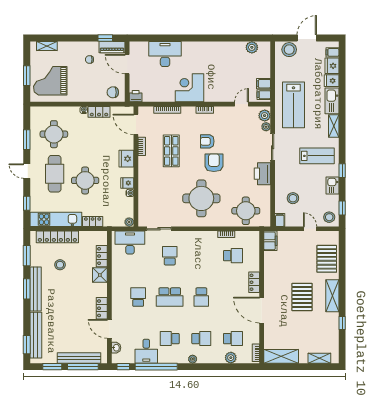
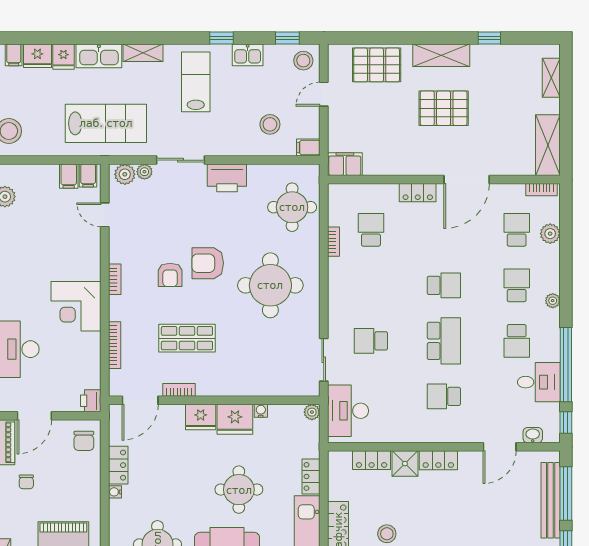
fridge: (127, 183) -> (235, 419), width x1.88, depth x1.34
locker: (102, 308) -> (438, 460), moved

